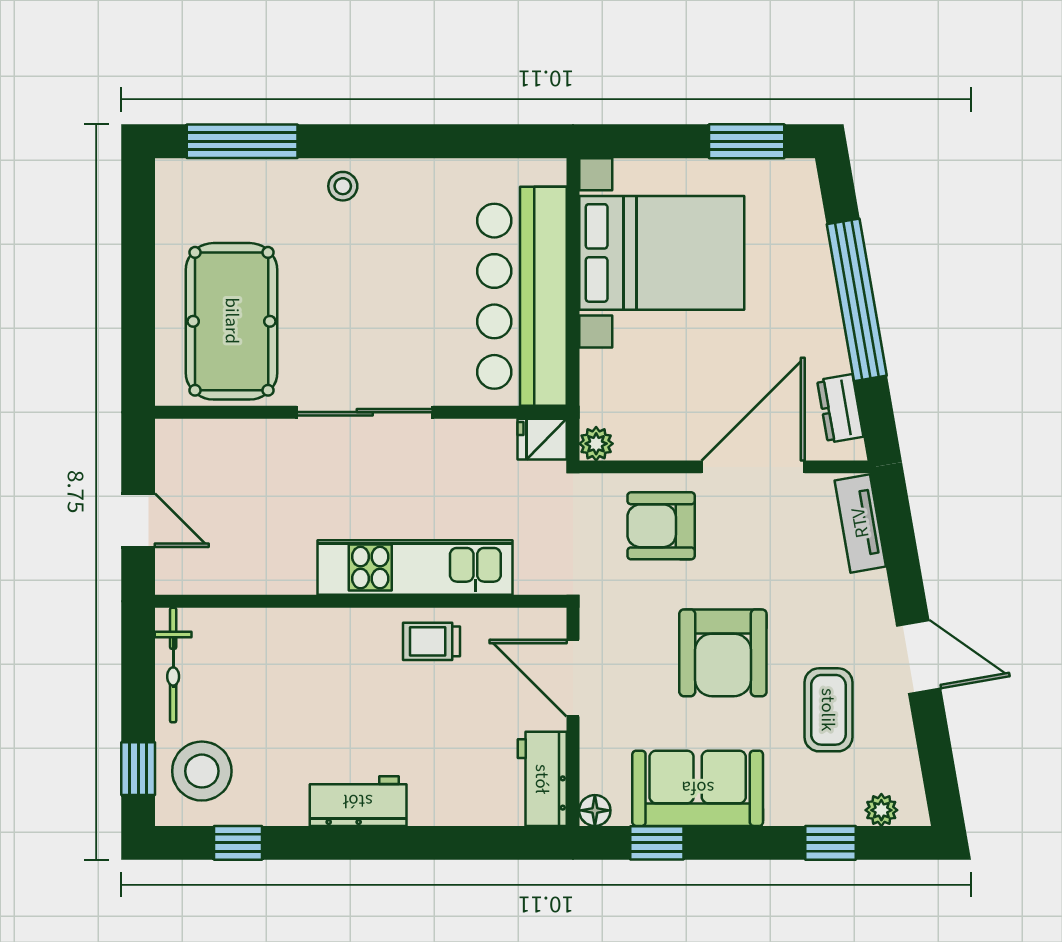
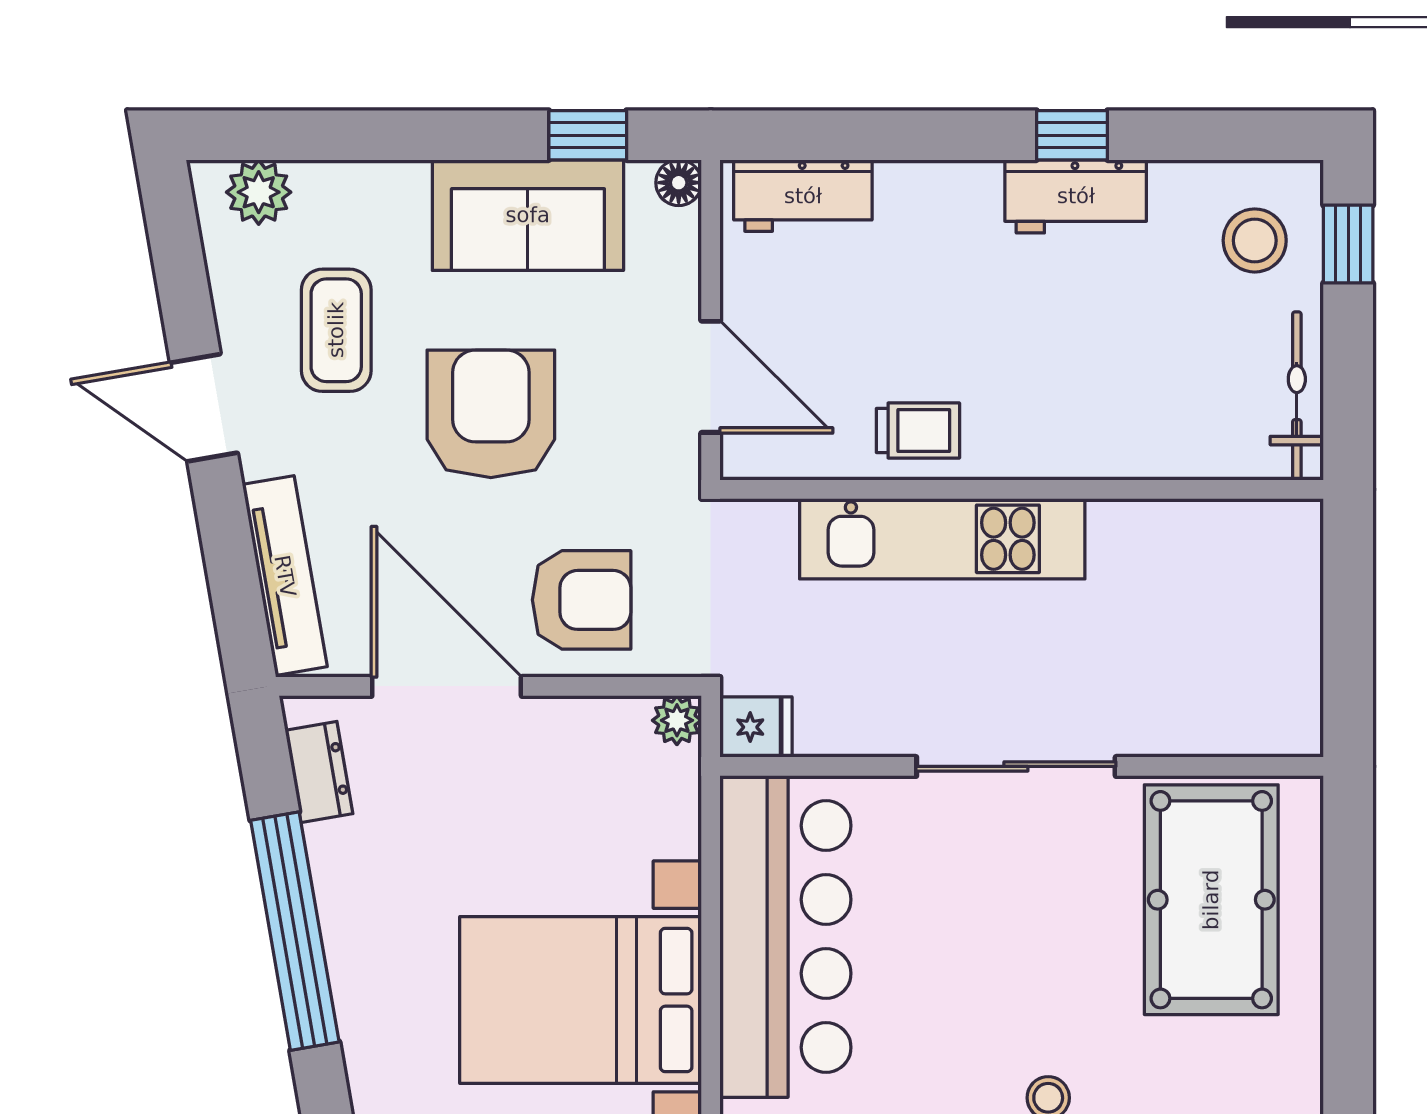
door: (753, 467) -> (447, 686), swing flipped
door: (138, 520) -> (1348, 608), removed
tv unit: (860, 523) -> (285, 576), width x1.41
stool: (202, 771) -> (1255, 240), width x0.73, depth x0.73
workbench: (542, 779) -> (803, 196), moved, turned 90
workbench: (358, 801) -> (1076, 196), moved
plant: (881, 810) -> (259, 192), width x1.38, depth x1.38
window: (238, 843) -> (1072, 135), moved
window: (830, 843) -> (333, 135), removed

